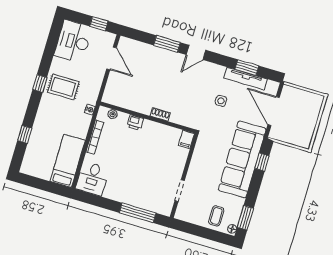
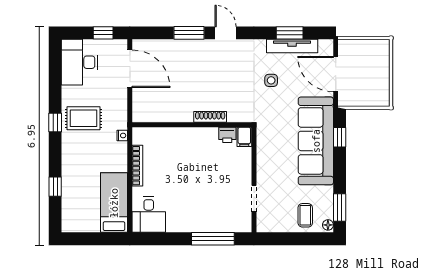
door: (196, 52) -> (226, 33), swing flipped
door: (112, 58) -> (130, 69), width x1.36
plant: (113, 114) -> (150, 133), removed
shoe rack: (160, 114) -> (210, 117), width x1.43
printer: (135, 123) -> (227, 135), moved

